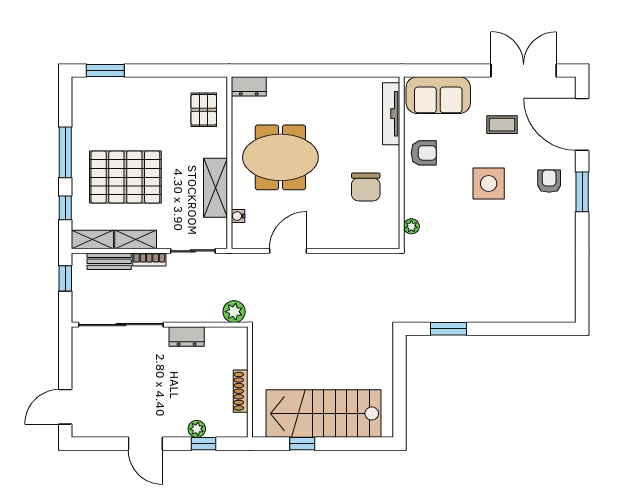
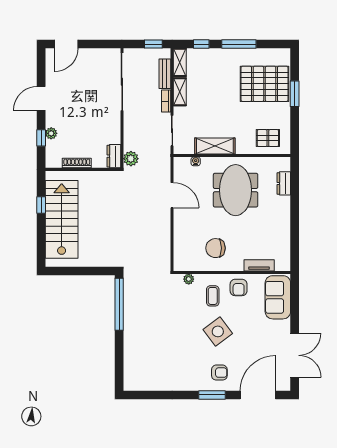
window: (105, 70) -> (295, 94), moved
dresser: (249, 86) -> (284, 183), moved
tv unit: (391, 114) -> (259, 265), width x0.71
coffee table: (502, 125) -> (213, 296), moved
pallet: (125, 177) -> (265, 84), moved, turned 90
side table: (489, 184) -> (218, 331), turned -37
window: (448, 329) -> (119, 304), width x2.11
dresser: (187, 337) -> (114, 156), moved
door: (65, 407) -> (66, 44), swing flipped

